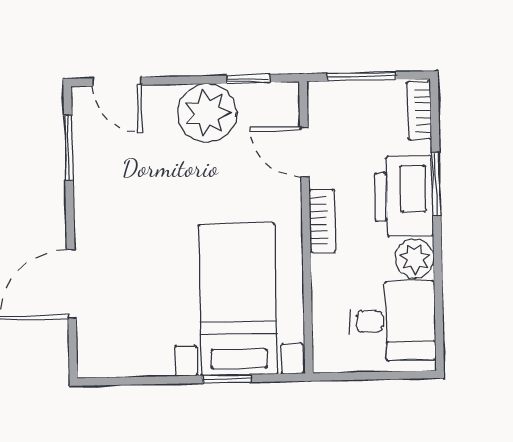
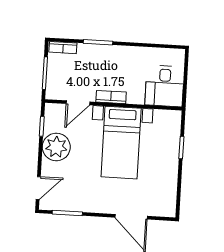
printer: (404, 196) -> (102, 58), removed
plant: (415, 259) -> (132, 55), removed
bed with nightstands: (238, 299) -> (121, 143), moved, turned -90
desk: (393, 321) -> (165, 86), moved, turned 180

